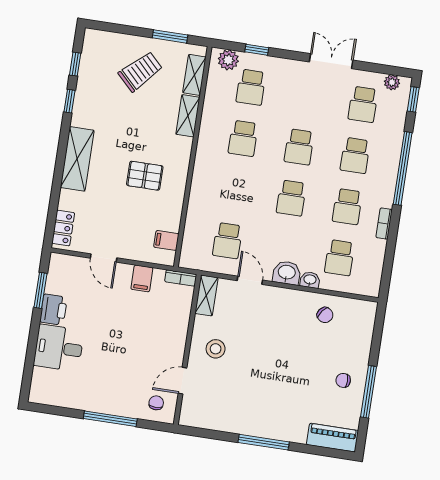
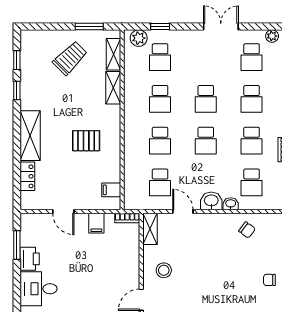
school desk: (235, 189) -> (160, 141), added
locker: (63, 228) -> (27, 176), moved

